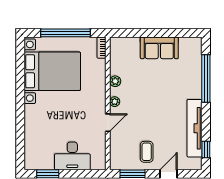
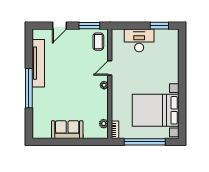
window: (206, 78) -> (29, 88), moved
plant: (115, 81) -> (104, 124), moved
window: (206, 150) -> (29, 46), removed
coffee table: (147, 152) -> (98, 42), moved

